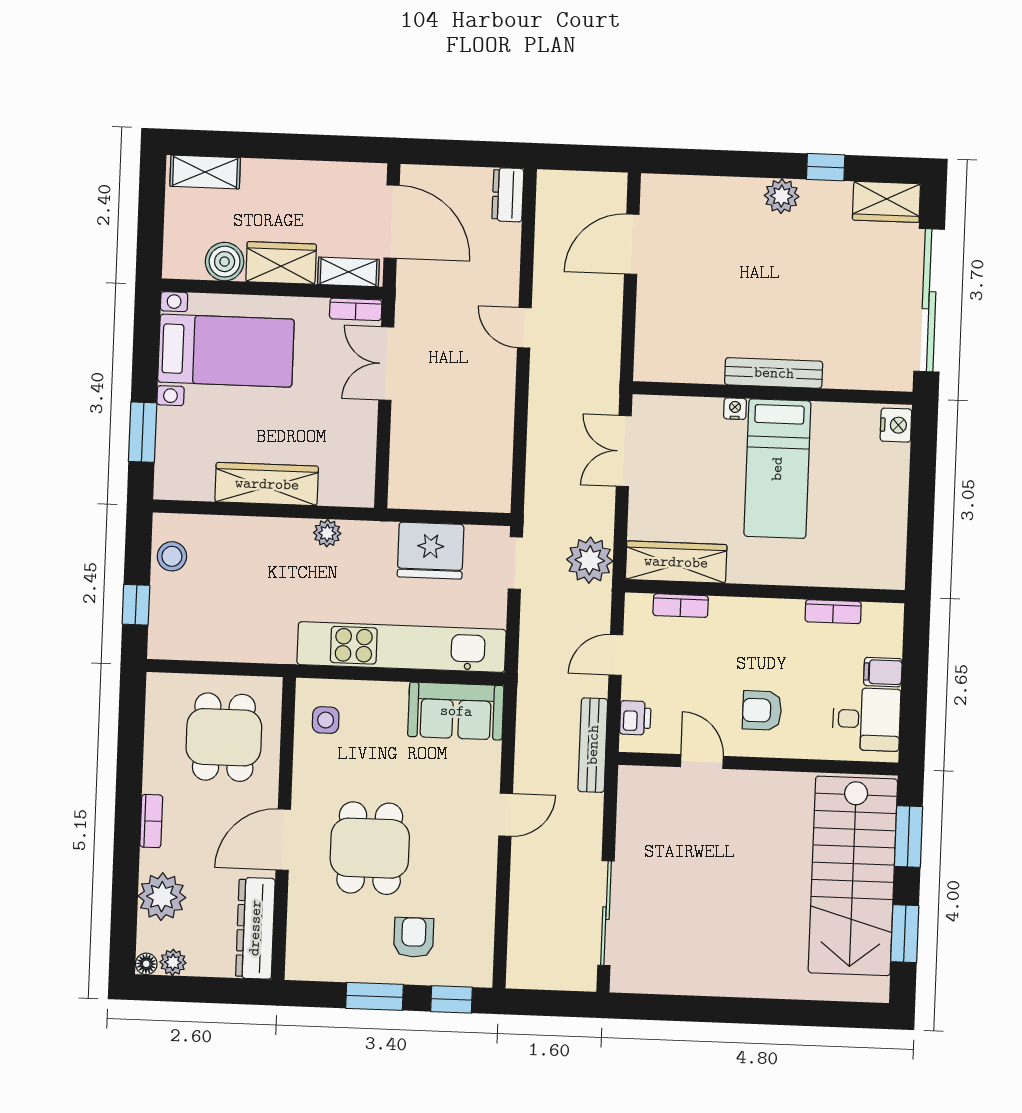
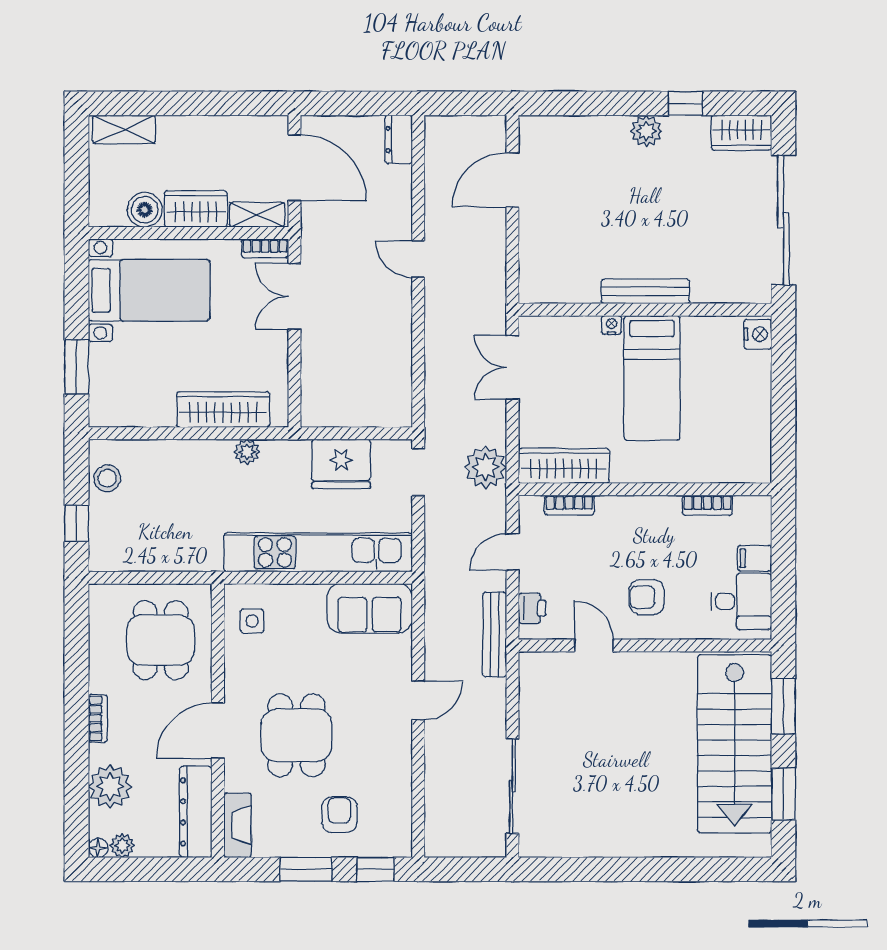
wardrobe: (267, 484) -> (223, 410), moved
fireplace: (301, 945) -> (238, 825), added

